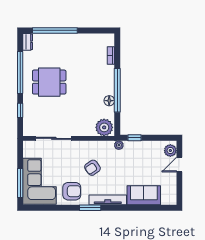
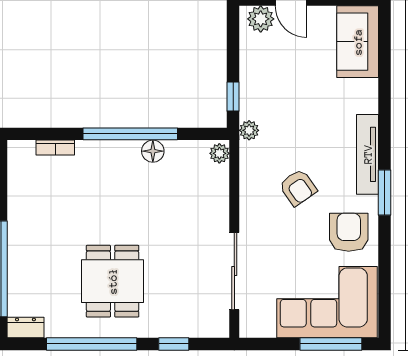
plant: (104, 127) -> (219, 153), width x0.53, depth x0.53
sofa: (144, 195) -> (358, 42), moved

